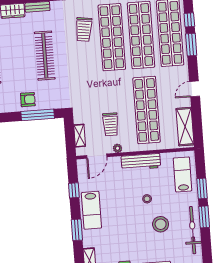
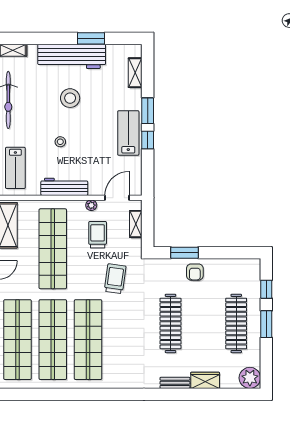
trolley: (84, 29) -> (115, 279), moved
armchair: (28, 100) -> (195, 272), turned -90
window: (38, 115) -> (184, 253), width x0.69
window: (74, 190) -> (148, 140), moved
stool: (161, 224) -> (70, 98), moved

